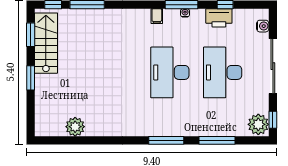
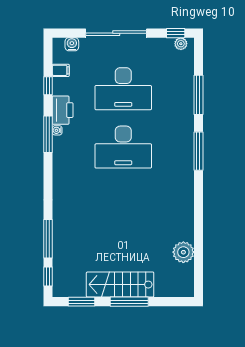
filing cabinet: (157, 16) -> (61, 70), moved
printer: (219, 18) -> (63, 110), moved
stairs: (46, 43) -> (120, 285), moved
window: (31, 78) -> (129, 302), width x1.44
plant: (258, 124) -> (181, 44), width x0.53, depth x0.53

